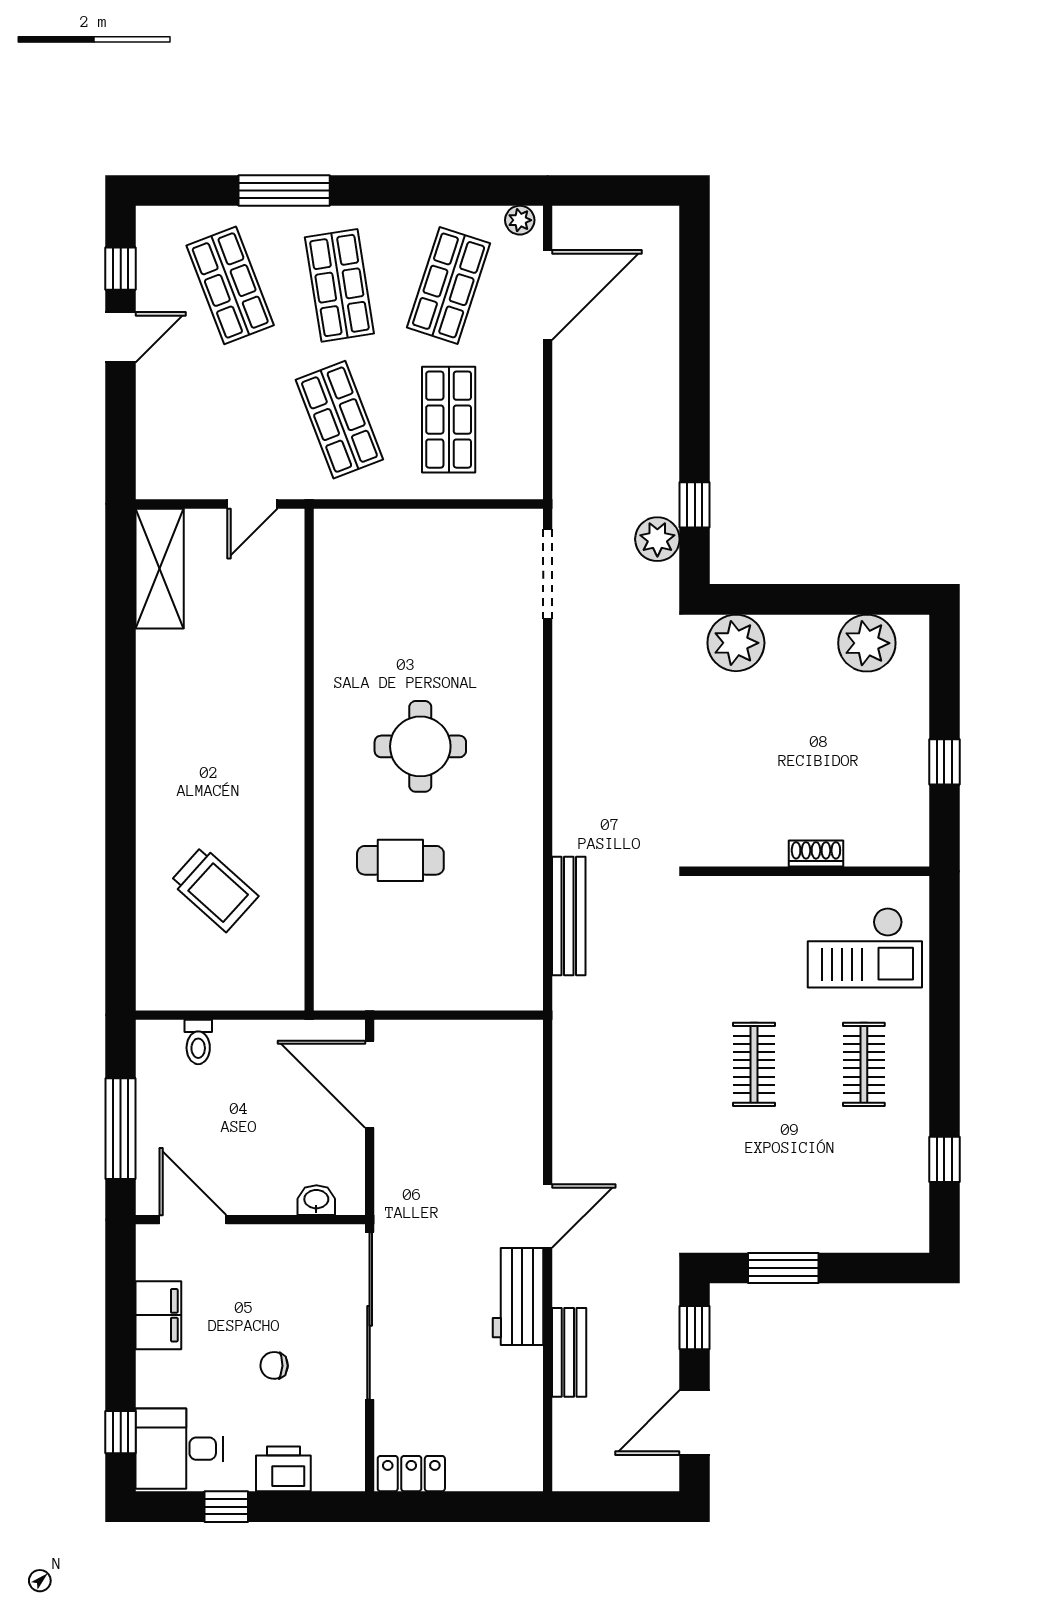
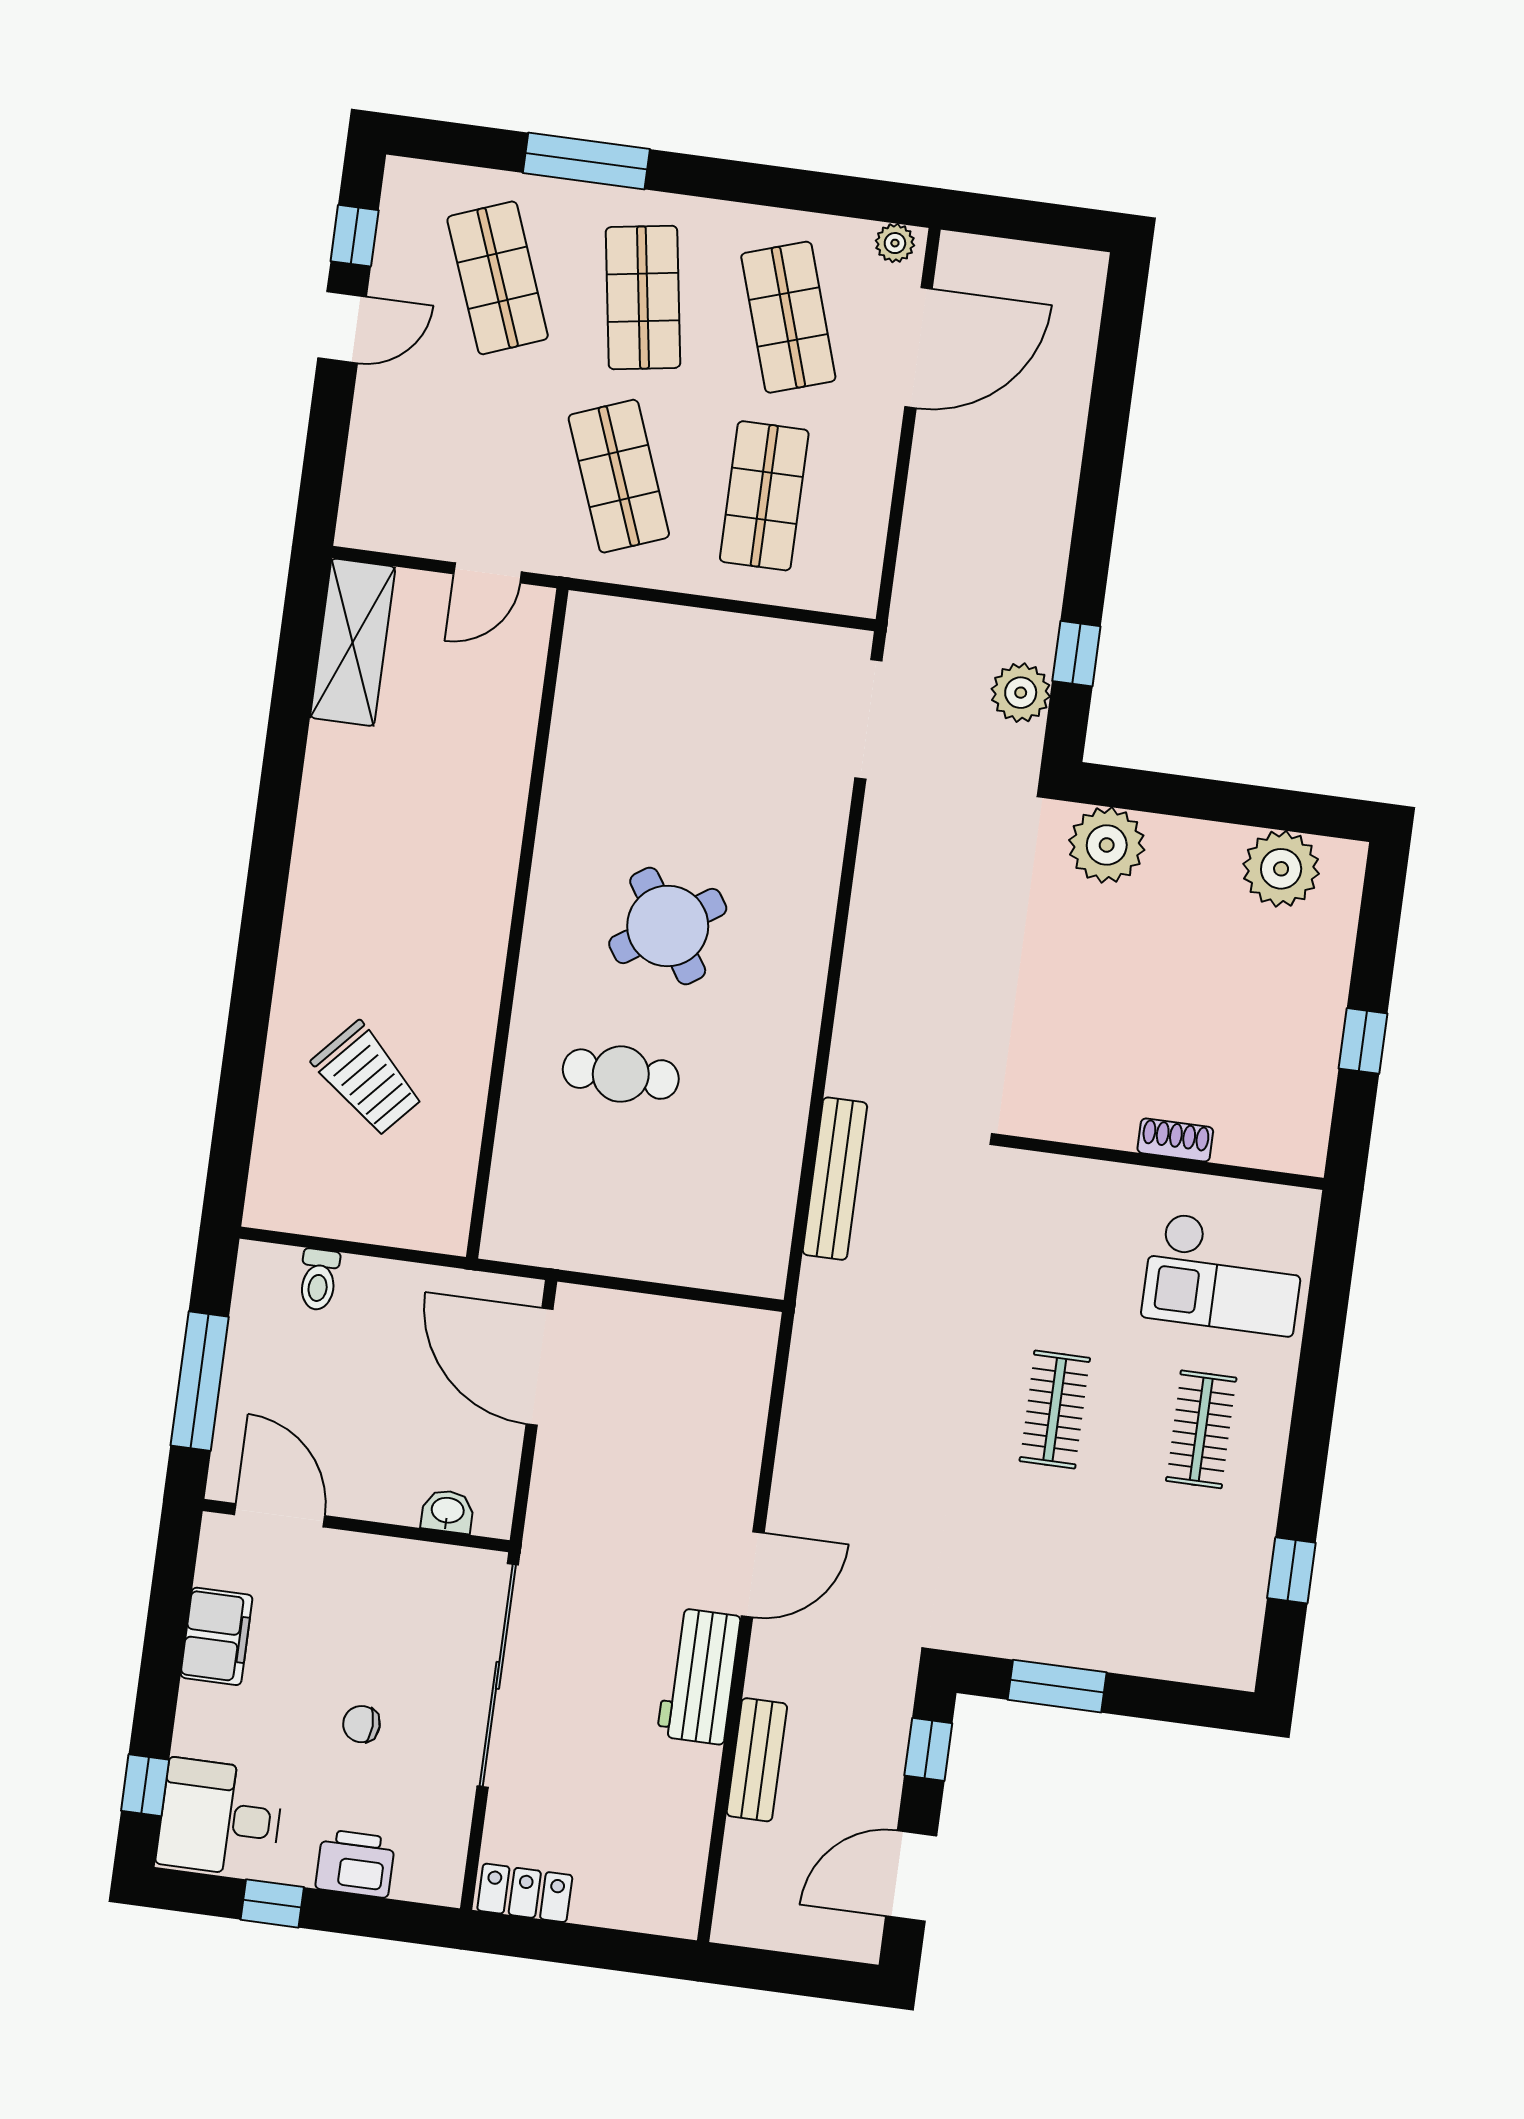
shop shelf: (449, 285) -> (788, 317), turned -36
round table: (420, 746) -> (668, 926), turned -34

